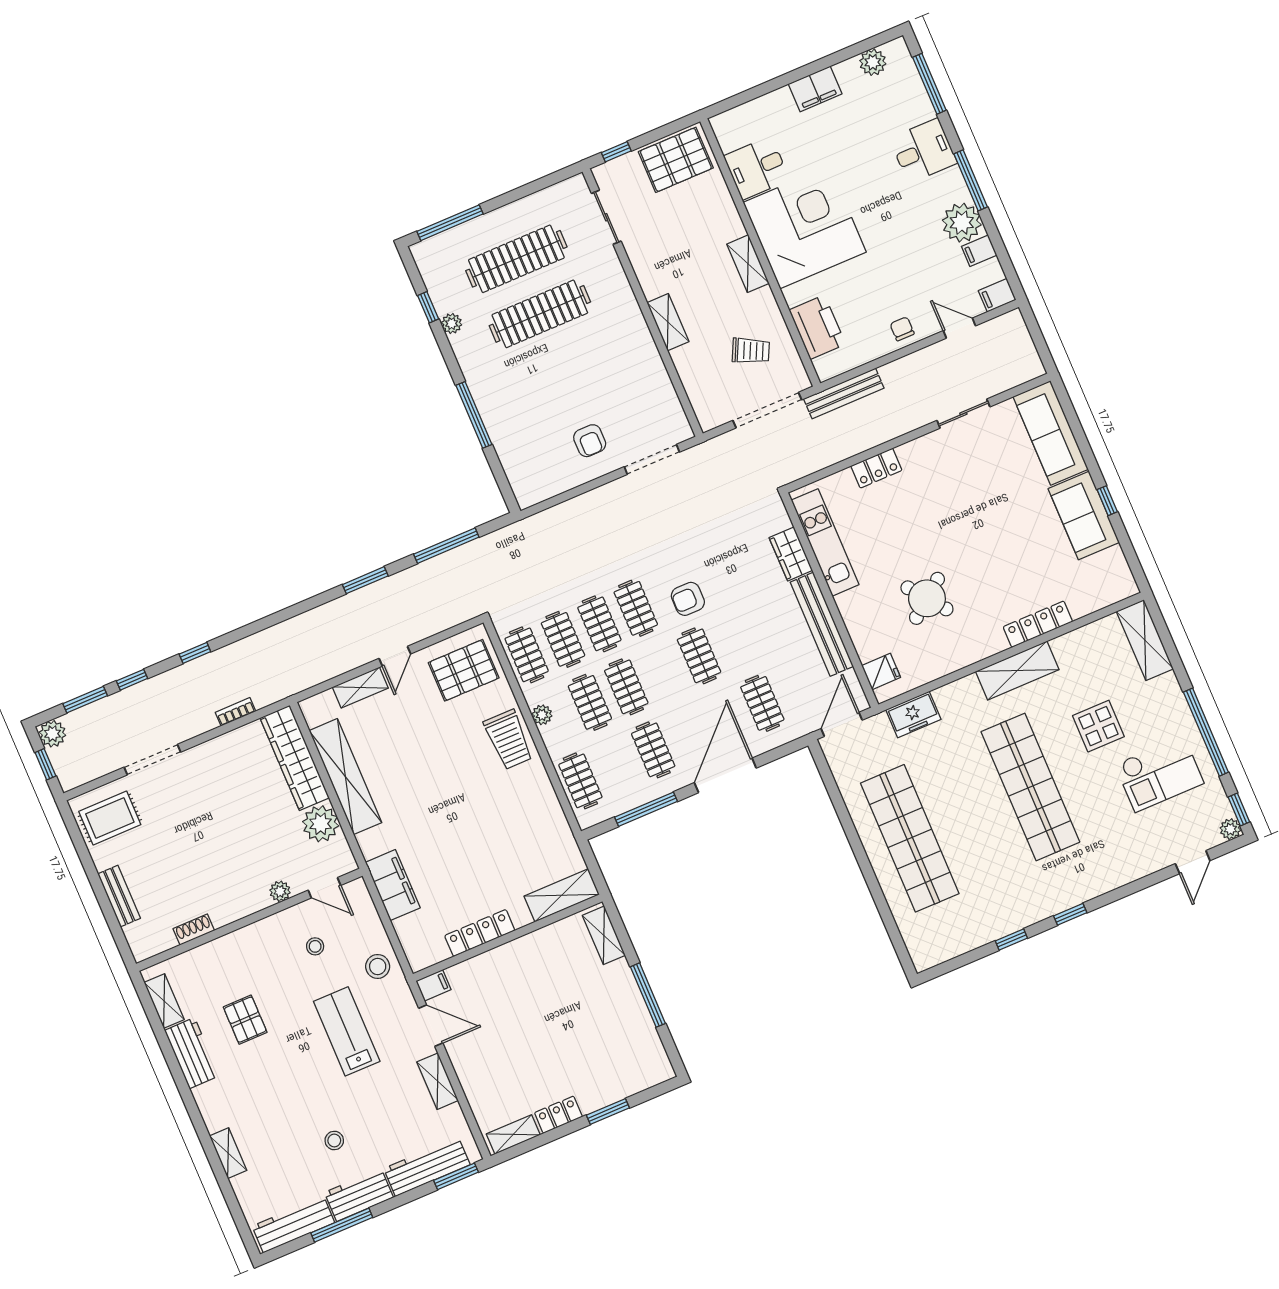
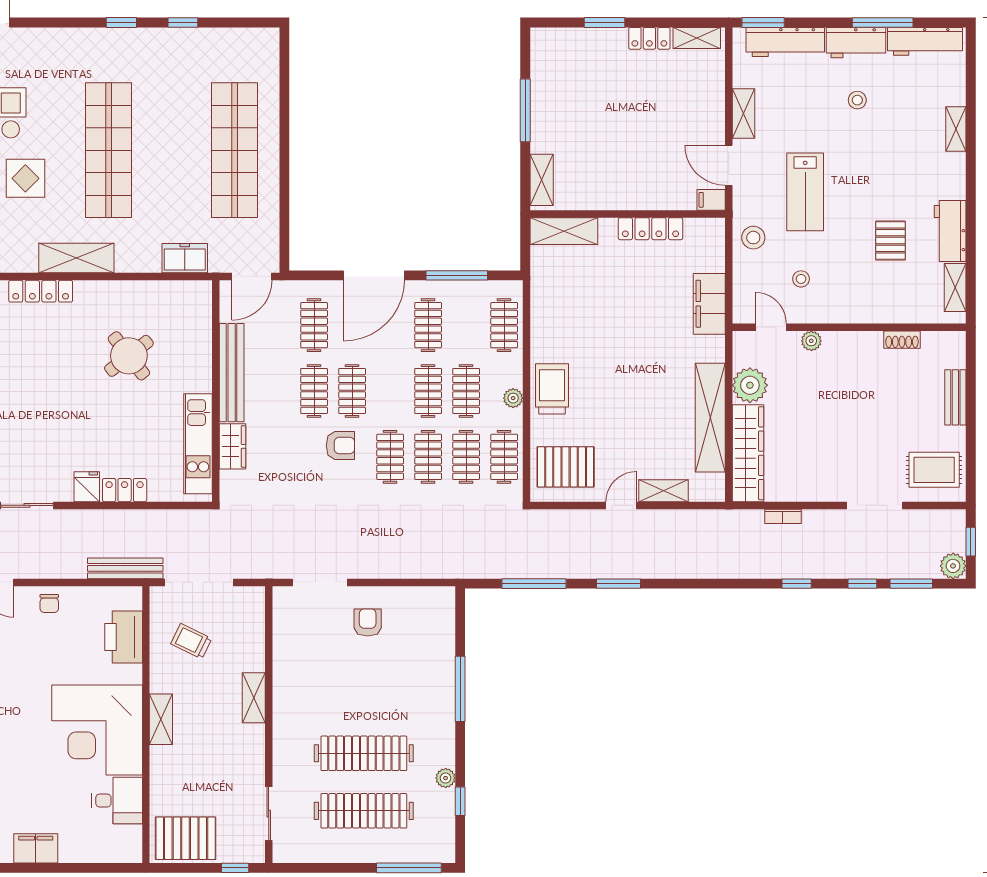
clothes rail: (735, 640) -> (314, 391), added
fridge: (881, 671) -> (87, 487), moved, turned 90

